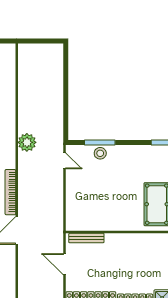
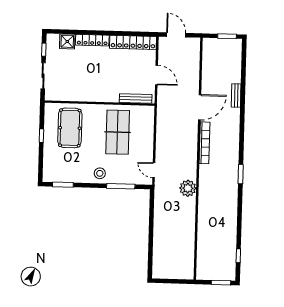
stool: (100, 153) -> (100, 173), moved
table tennis table: (105, 201) -> (118, 132), added

